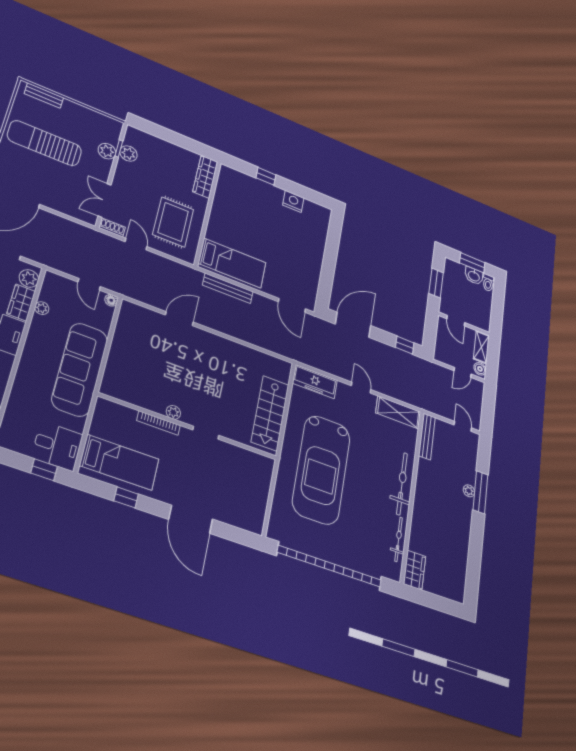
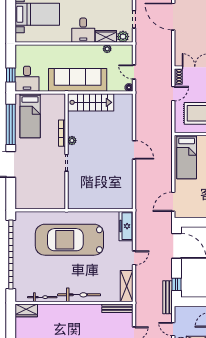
door: (89, 284) -> (134, 72), hinge flipped
bench: (228, 288) -> (167, 297), moved
door: (179, 319) -> (134, 150), moved
stairs: (270, 413) -> (91, 102), moved, turned 180
window: (126, 497) -> (11, 124), width x3.17

